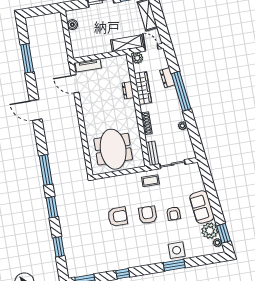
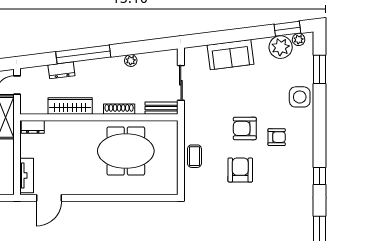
plant: (137, 58) -> (28, 107), removed
dresser: (128, 90) -> (33, 127), moved
meeting table: (113, 149) -> (126, 151), moved
coffee table: (150, 181) -> (194, 156), moved
sofa: (202, 207) -> (230, 55), moved
armchair: (174, 213) -> (277, 137), moved
window: (174, 265) -> (320, 69), moved

